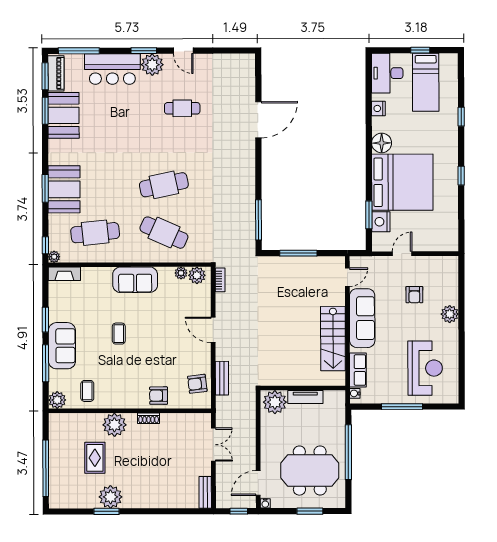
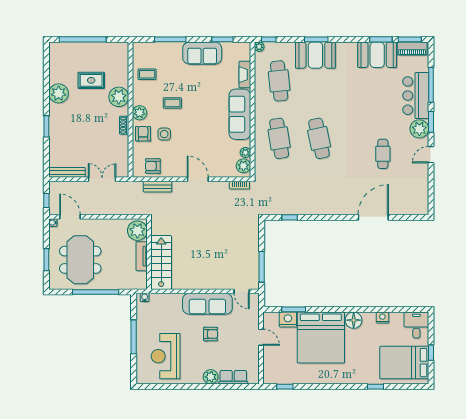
window: (79, 51) -> (431, 85), moved
desk: (387, 73) -> (416, 325), width x0.73
bed: (426, 82) -> (404, 363), width x1.50
door: (258, 120) -> (373, 217), swing flipped
window: (461, 176) -> (285, 387), moved
window: (258, 220) -> (290, 217), width x0.46
cafe table: (164, 233) -> (279, 138), turned -33
window: (298, 253) -> (262, 267), moved
fireplace: (64, 274) -> (245, 75), moved
sofa: (135, 280) -> (240, 114), width x1.36
armchair: (414, 295) -> (211, 334), moved, turned 180
window: (45, 320) -> (222, 39), moved
door: (213, 330) -> (198, 179), hinge flipped
coffee table: (119, 334) -> (172, 103), moved
stairs: (333, 339) -> (161, 263), moved, turned 90
sofa: (62, 346) -> (202, 53), moved
reception desk: (425, 368) -> (166, 356), turned 90
side table: (159, 370) -> (164, 134), added
row of seats: (358, 370) -> (233, 377), moved, turned 180
armchair: (197, 384) -> (153, 166), turned -83
plant: (57, 400) -> (140, 113), moved
double door: (213, 445) -> (102, 179), swing flipped
bench: (205, 492) -> (67, 172), width x1.36
window: (106, 511) -> (46, 126), moved

